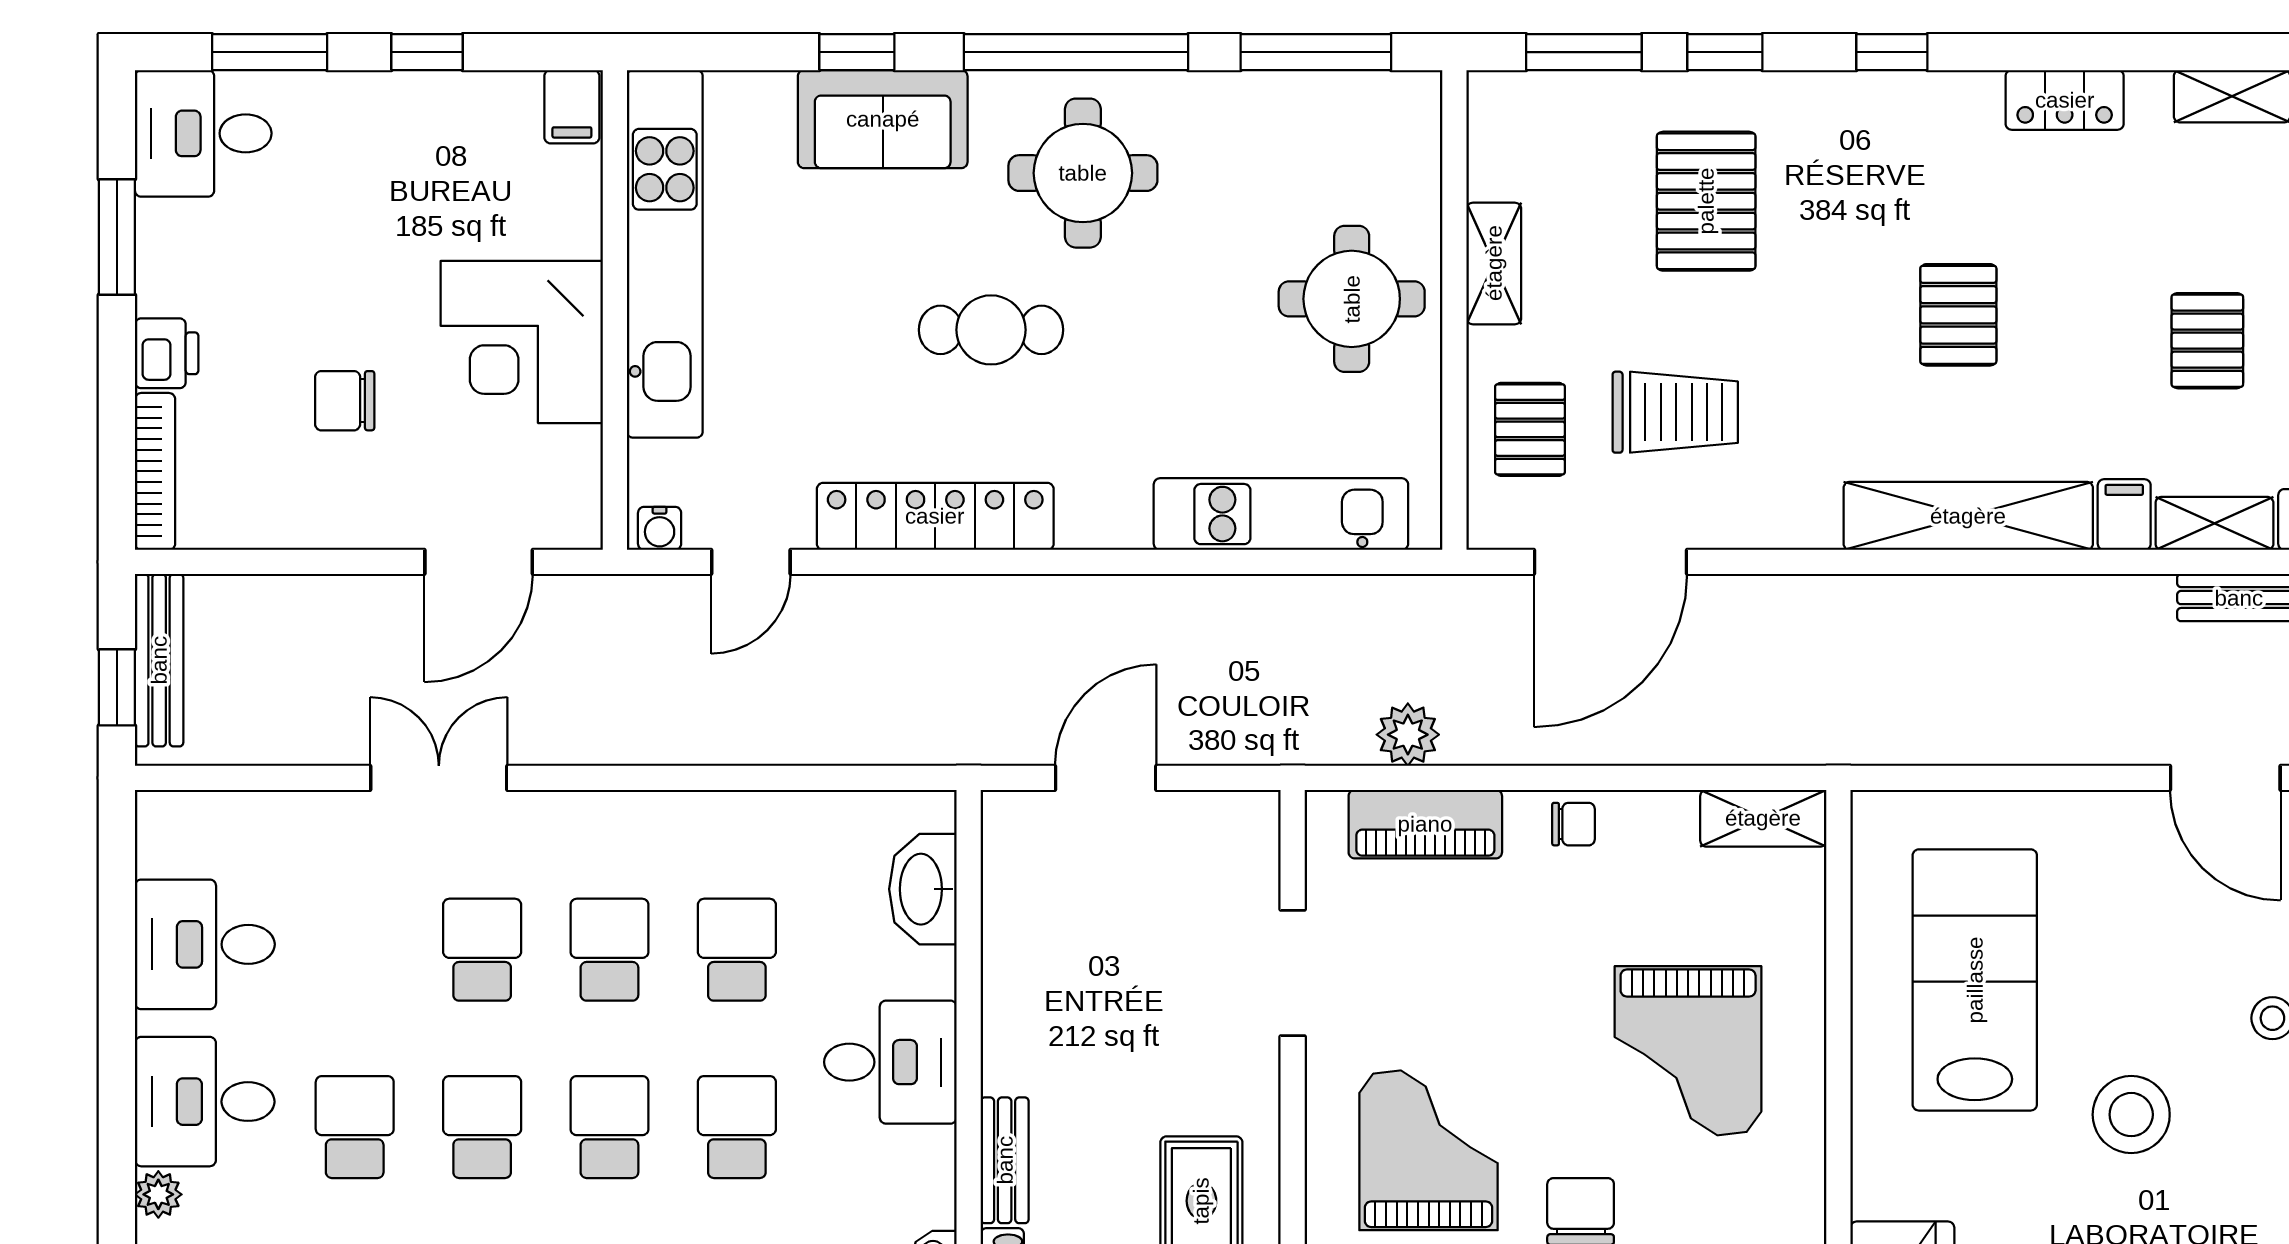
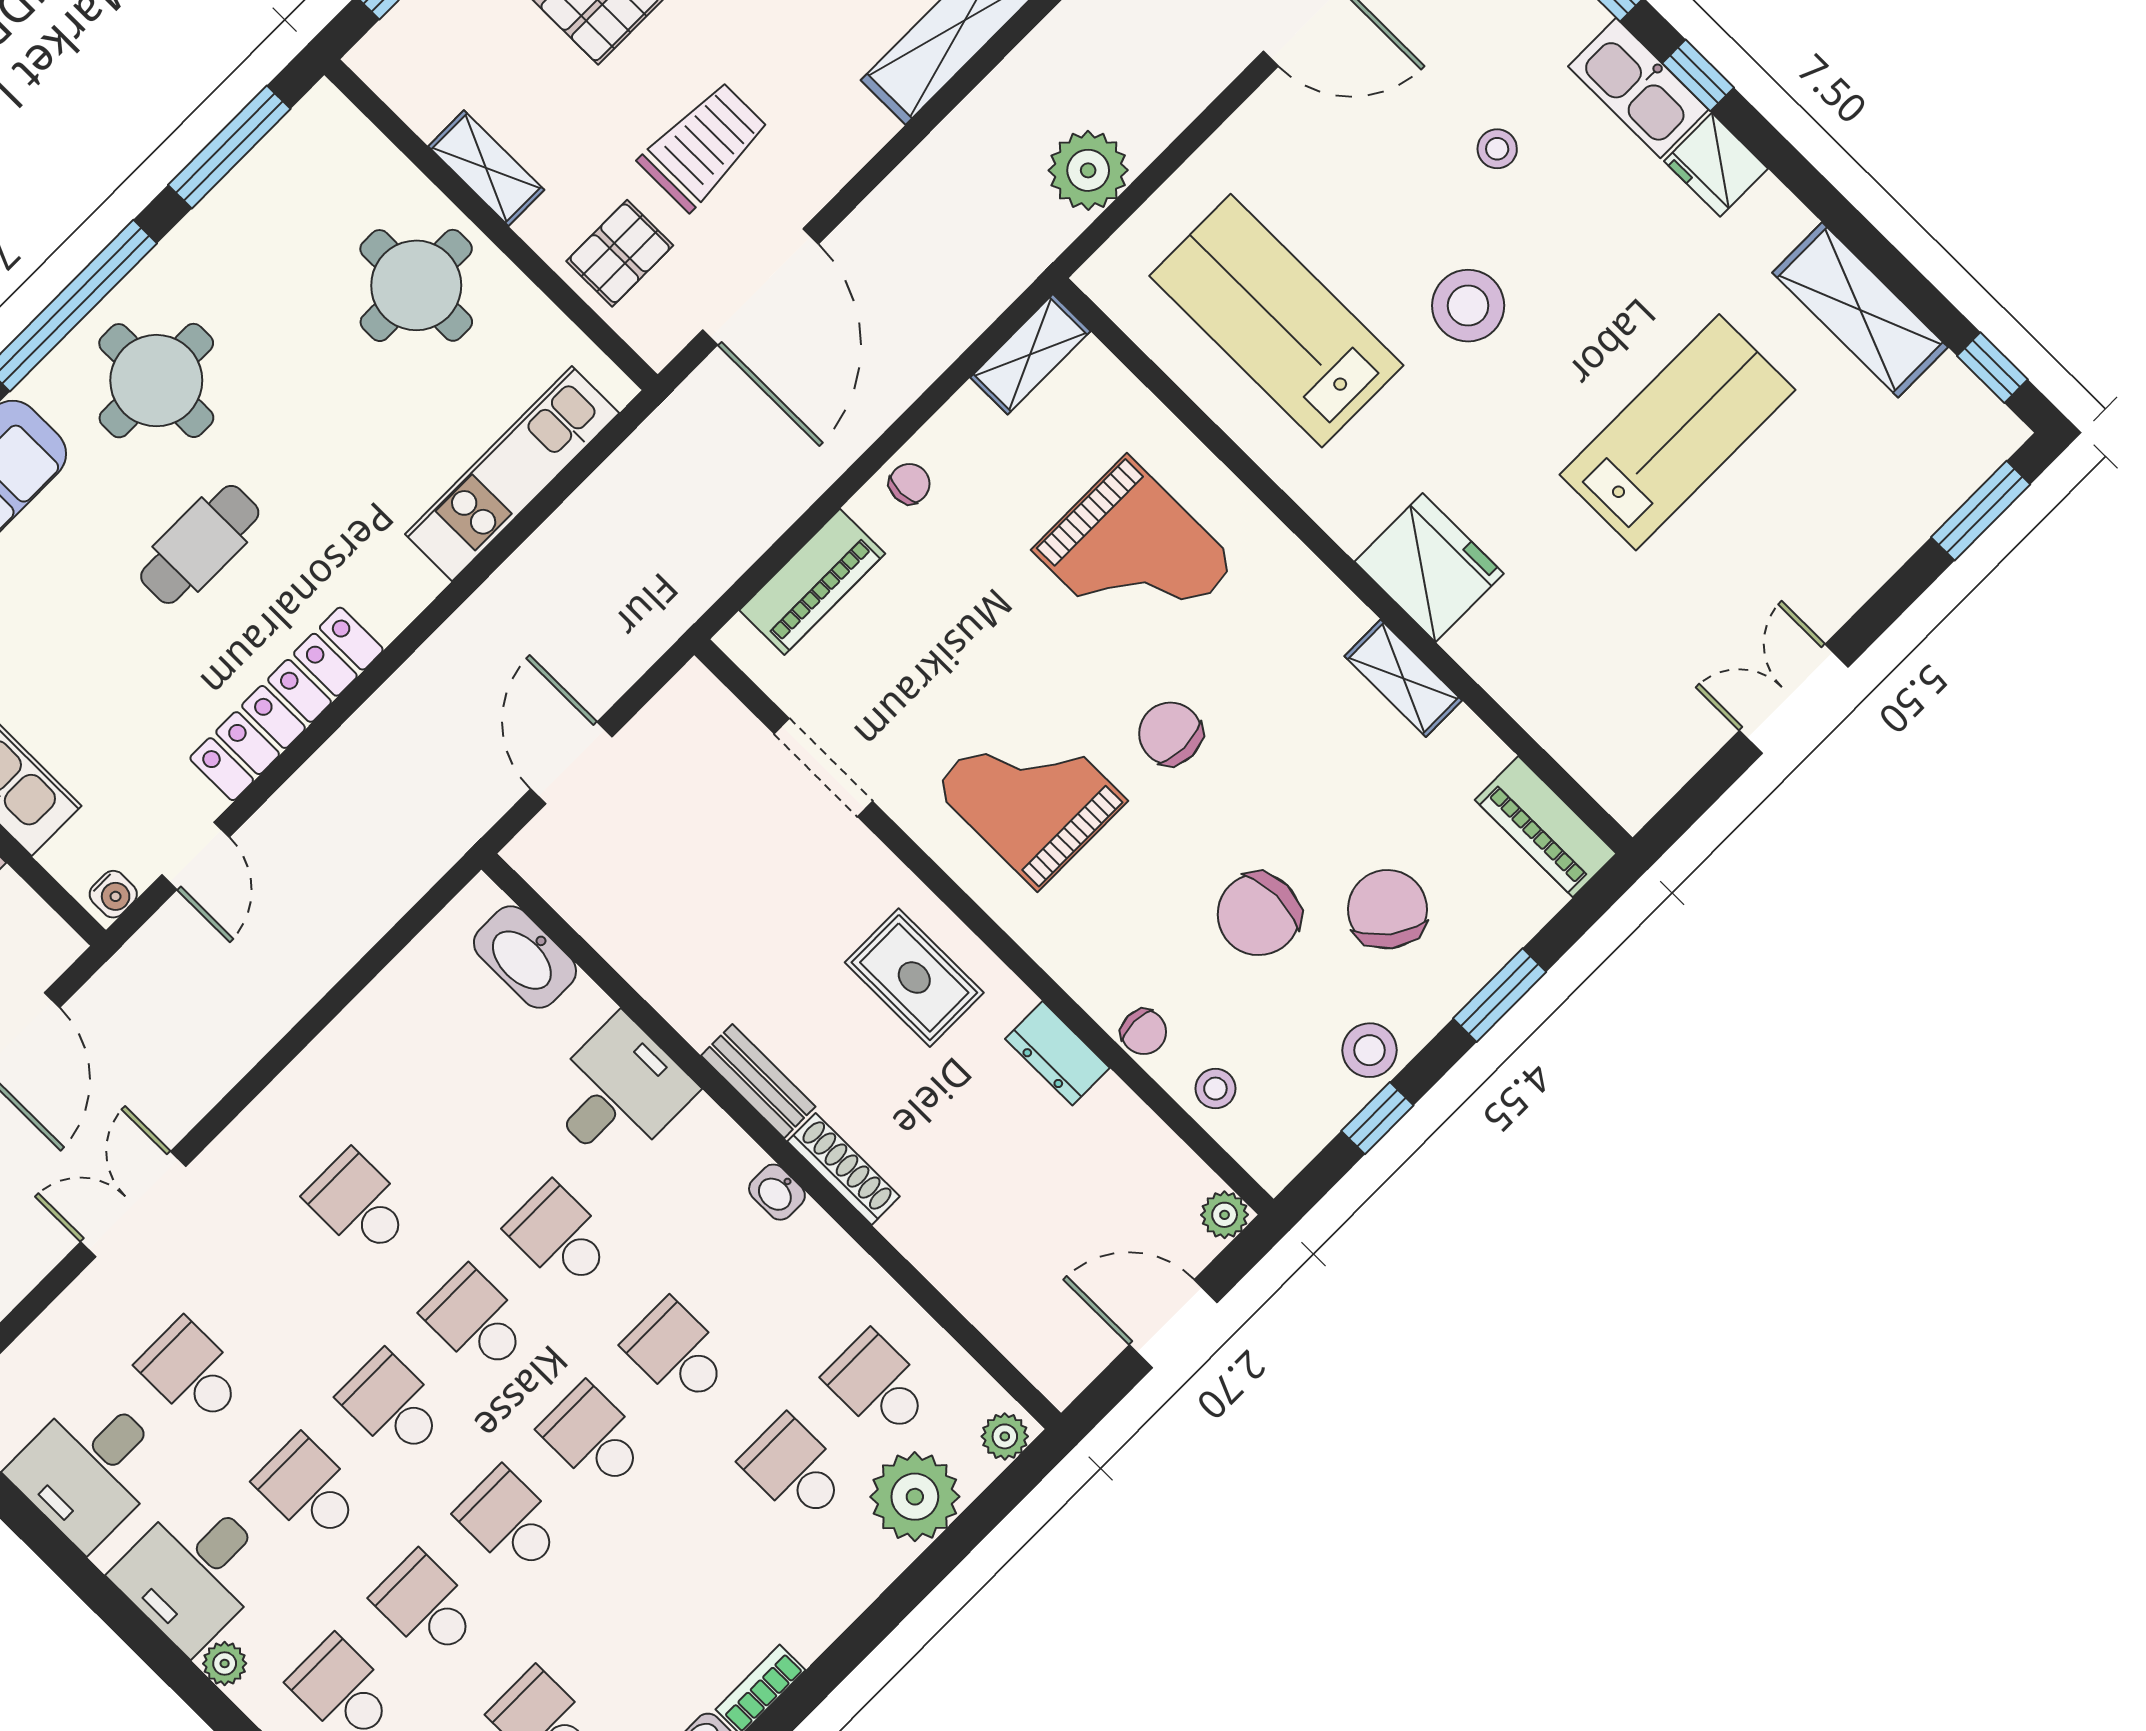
pallet: (1530, 429) -> (620, 253), turned 90
plant: (1408, 735) -> (1088, 170), moved, width x1.36, depth x1.36
school desk: (482, 950) -> (192, 1373), moved
school desk: (737, 950) -> (443, 1120), removed

